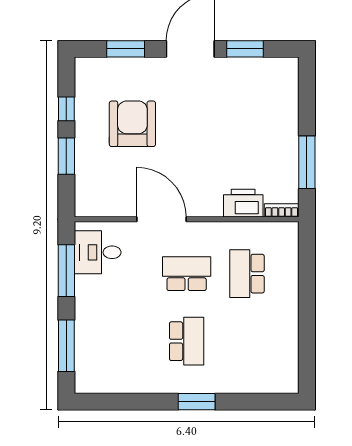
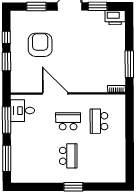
printer: (243, 203) -> (115, 18), moved, turned 180

